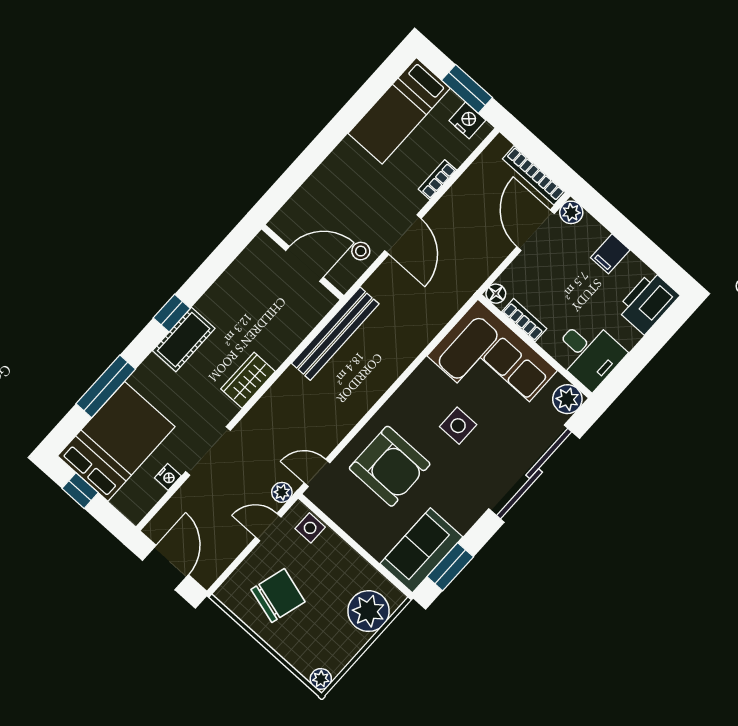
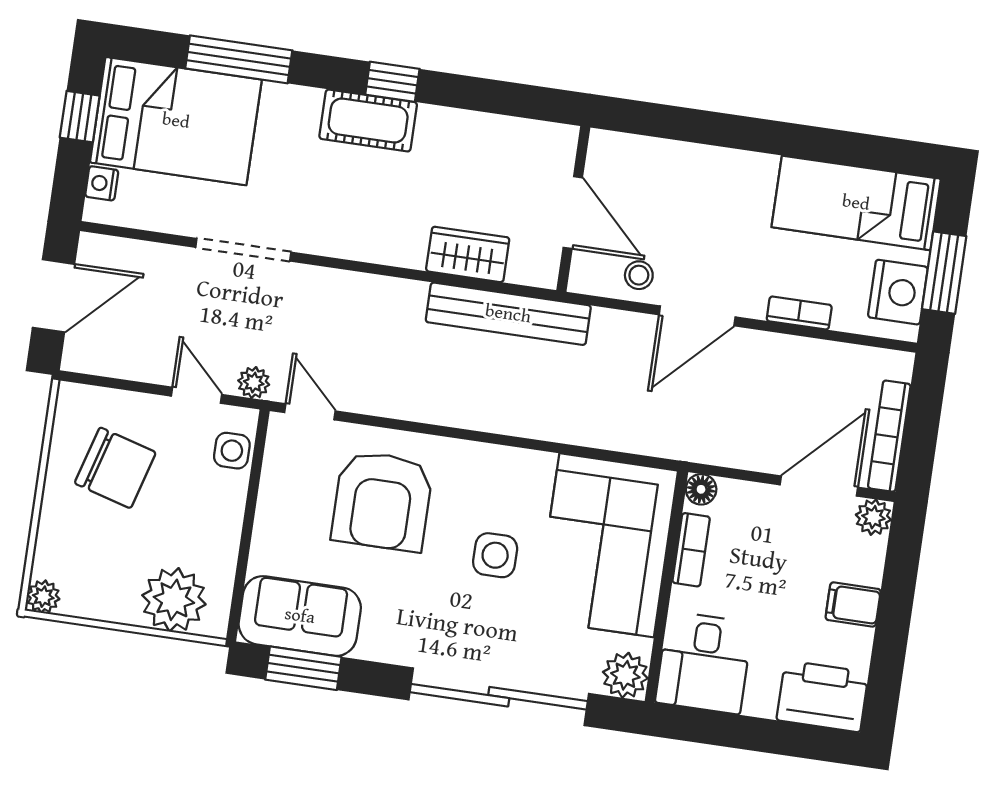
nightstand: (467, 120) -> (898, 292), width x1.36, depth x1.33
wardrobe: (248, 380) -> (468, 254), moved
nightstand: (168, 477) -> (102, 183), moved, turned 90

